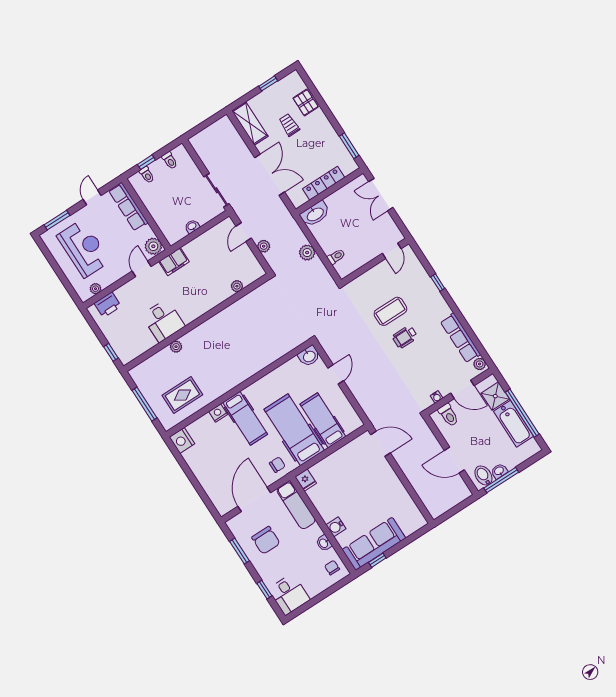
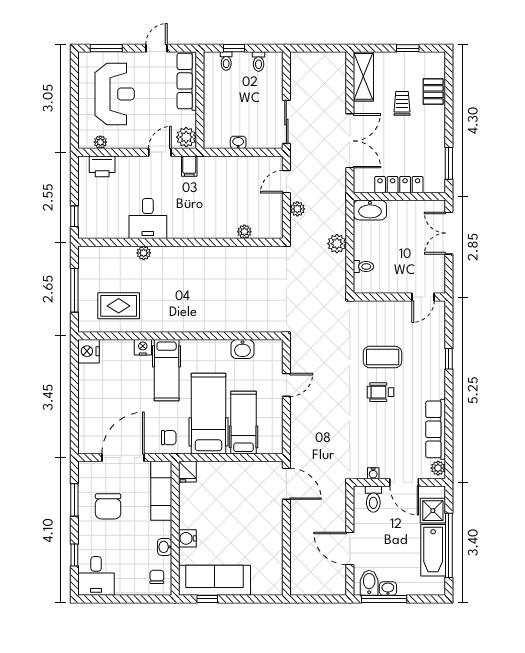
filing cabinet: (174, 262) -> (189, 166), width x0.50
washbasin: (309, 356) -> (242, 349), moved

